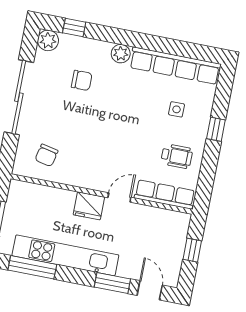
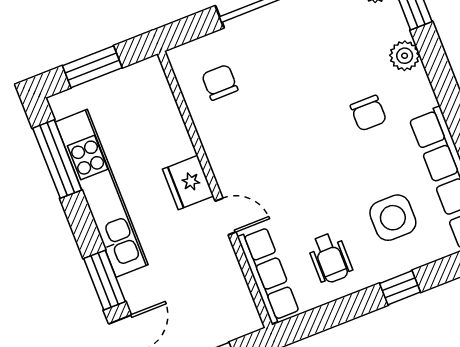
plant: (121, 54) -> (405, 56), moved
chair: (82, 80) -> (368, 113), moved
side table: (177, 109) -> (393, 218), width x1.87, depth x1.87
chair: (46, 155) -> (220, 82), turned 78

